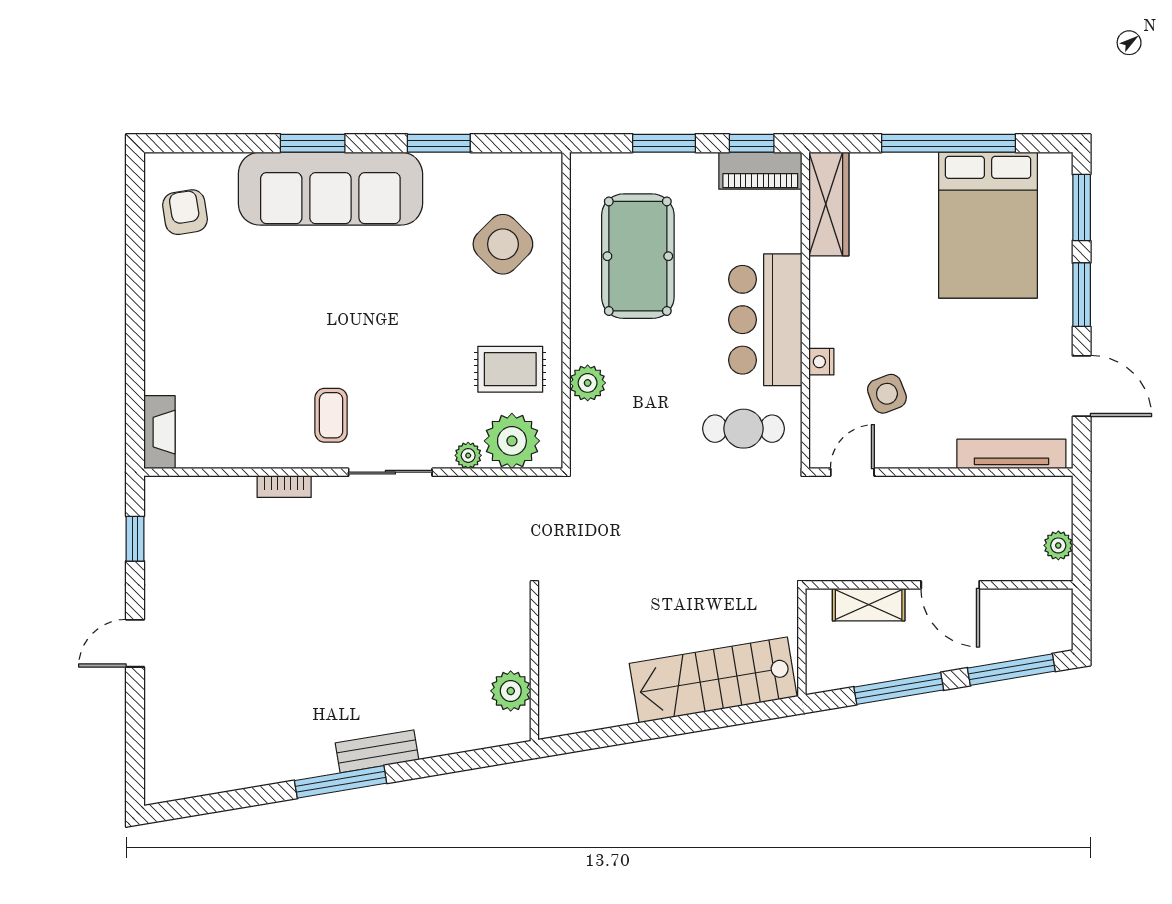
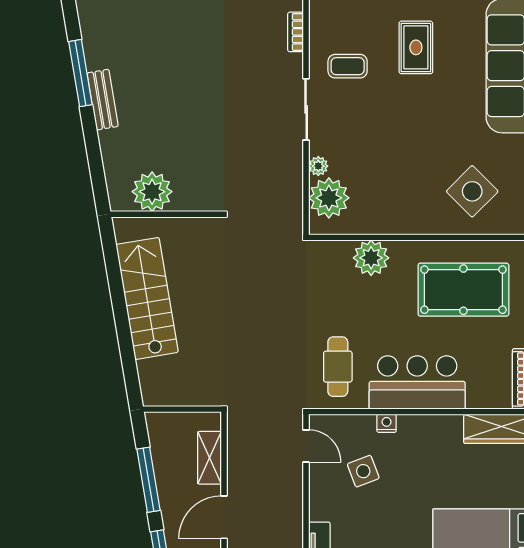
rug: (510, 369) -> (416, 47), moved
plant: (588, 383) -> (371, 258), width x1.36, depth x1.36
stairs: (713, 680) -> (147, 298), moved
plant: (511, 691) -> (152, 192), width x1.36, depth x1.36

